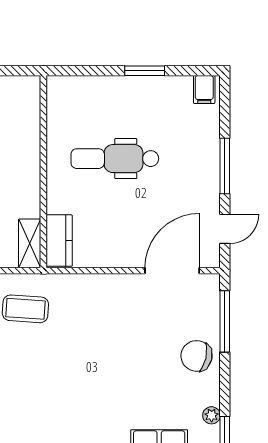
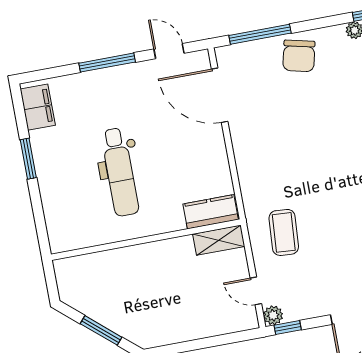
filing cabinet: (204, 90) -> (38, 107), width x2.00

